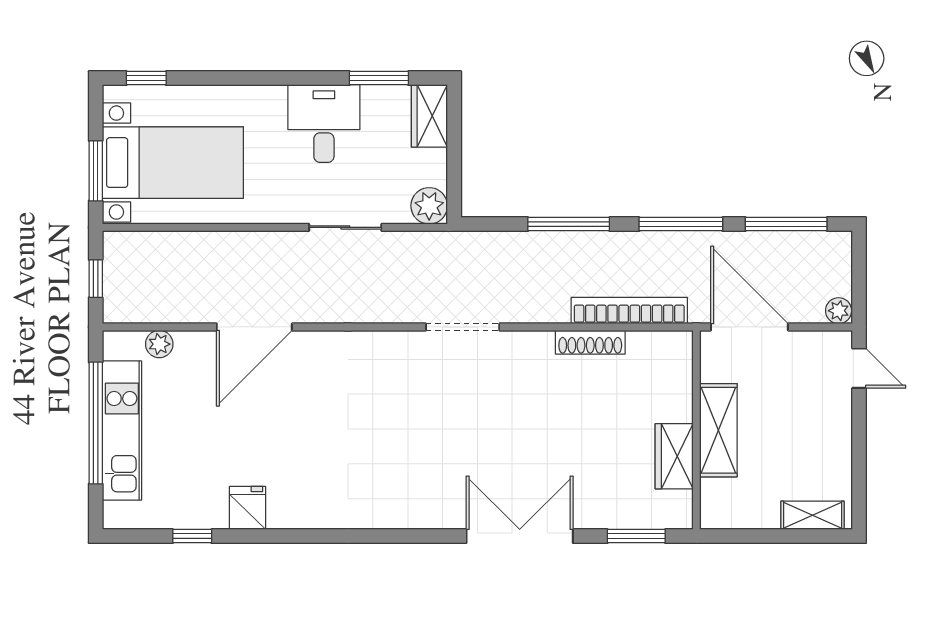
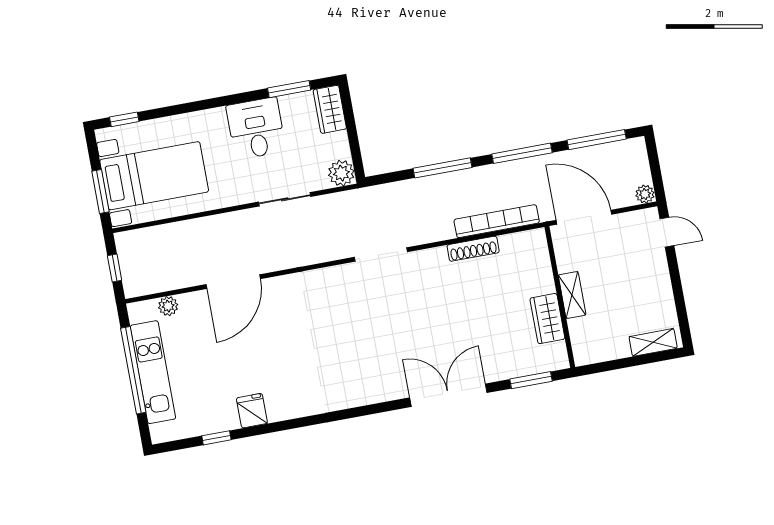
shelving: (718, 430) -> (572, 295), width x0.67, depth x0.75

